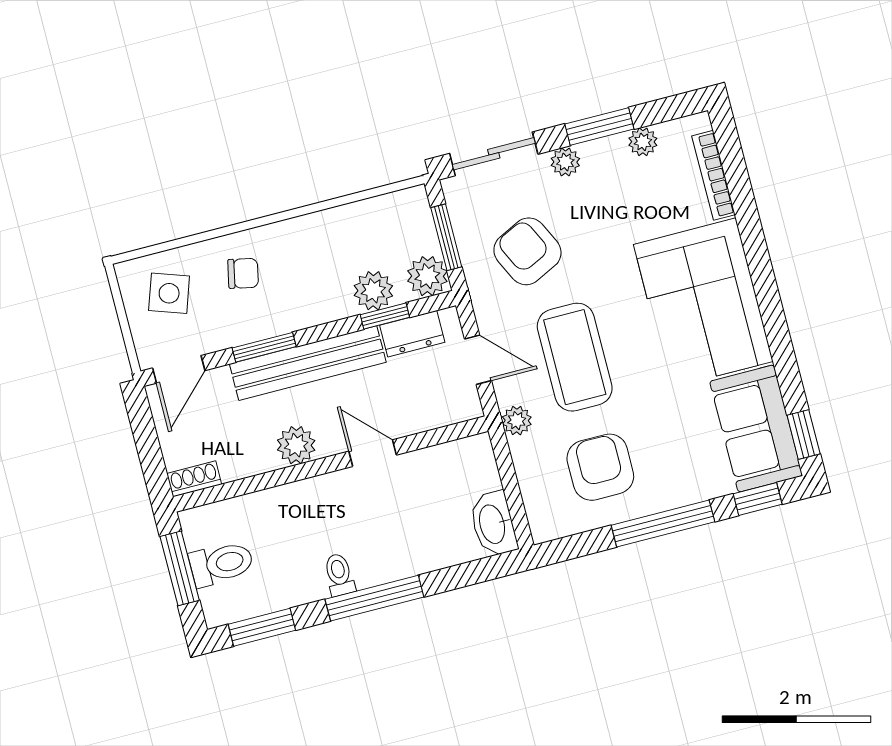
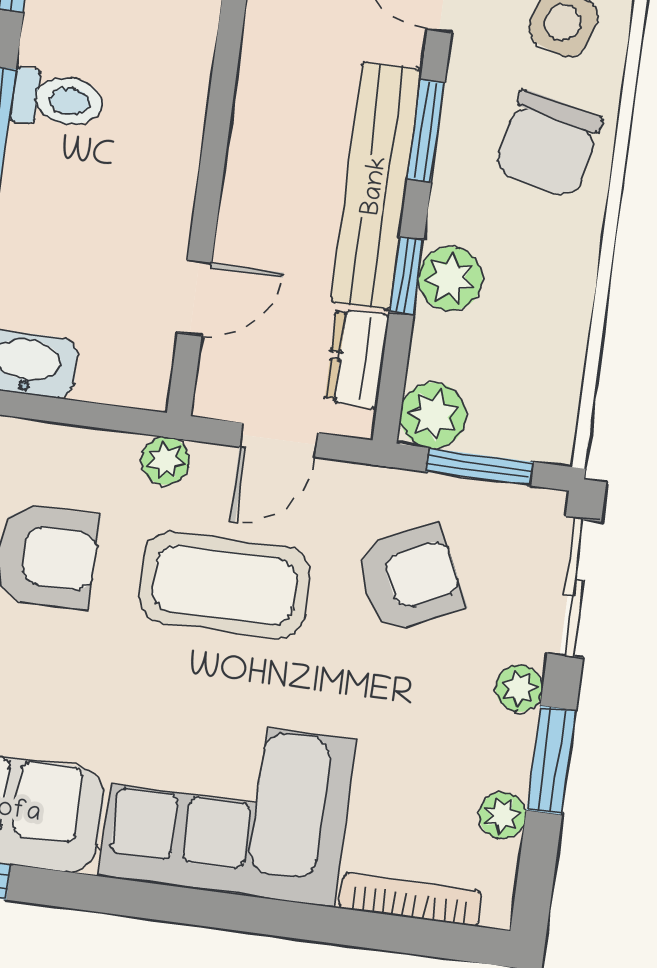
chair: (243, 273) -> (548, 144), width x1.87, depth x1.87
plant: (373, 291) -> (450, 279), moved
window: (385, 316) -> (407, 276), moved
plant: (296, 445) -> (262, 119), removed
door: (373, 453) -> (194, 298), moved
toilet: (339, 575) -> (57, 100), width x1.37, depth x1.39

